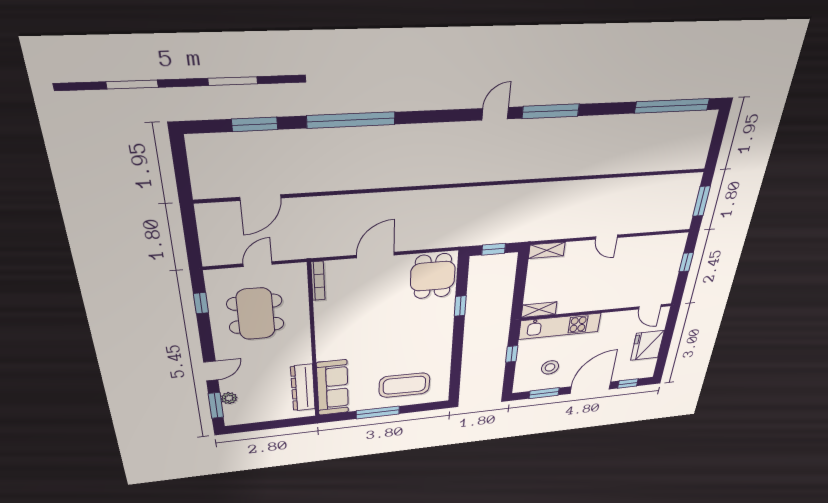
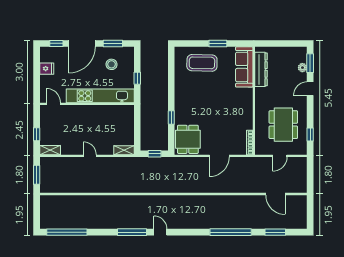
door: (495, 114) -> (160, 232), swing flipped
door: (260, 198) -> (275, 194), swing flipped
shelving: (539, 310) -> (50, 150), moved
kitchen unit: (560, 326) -> (100, 96), width x1.36
fridge: (647, 345) -> (47, 69), width x0.53, depth x0.75
window: (378, 412) -> (218, 43), width x0.69

